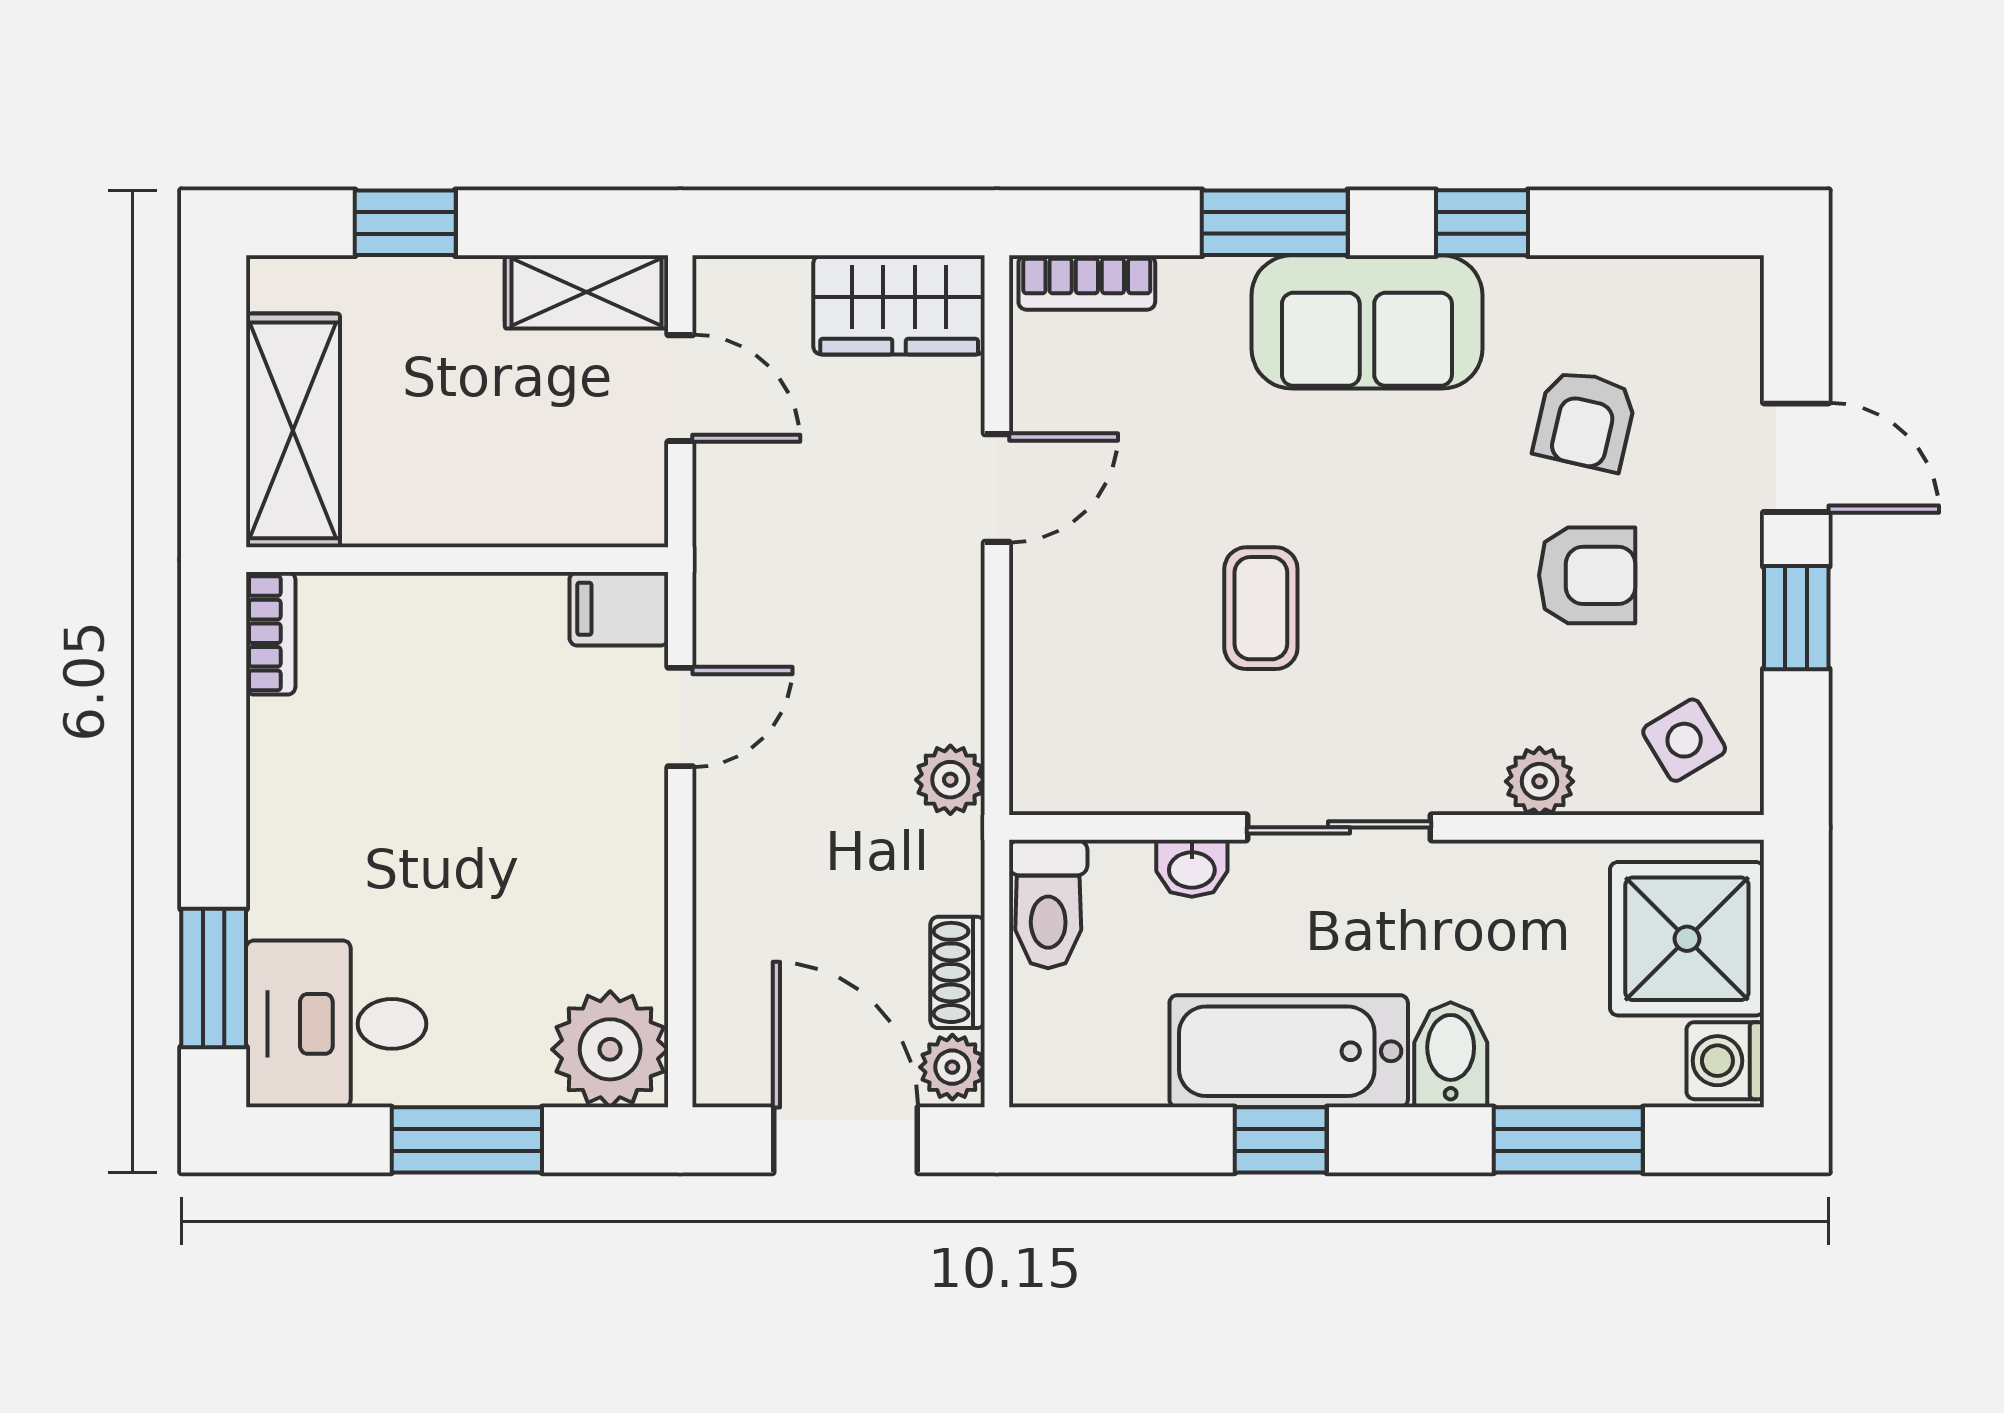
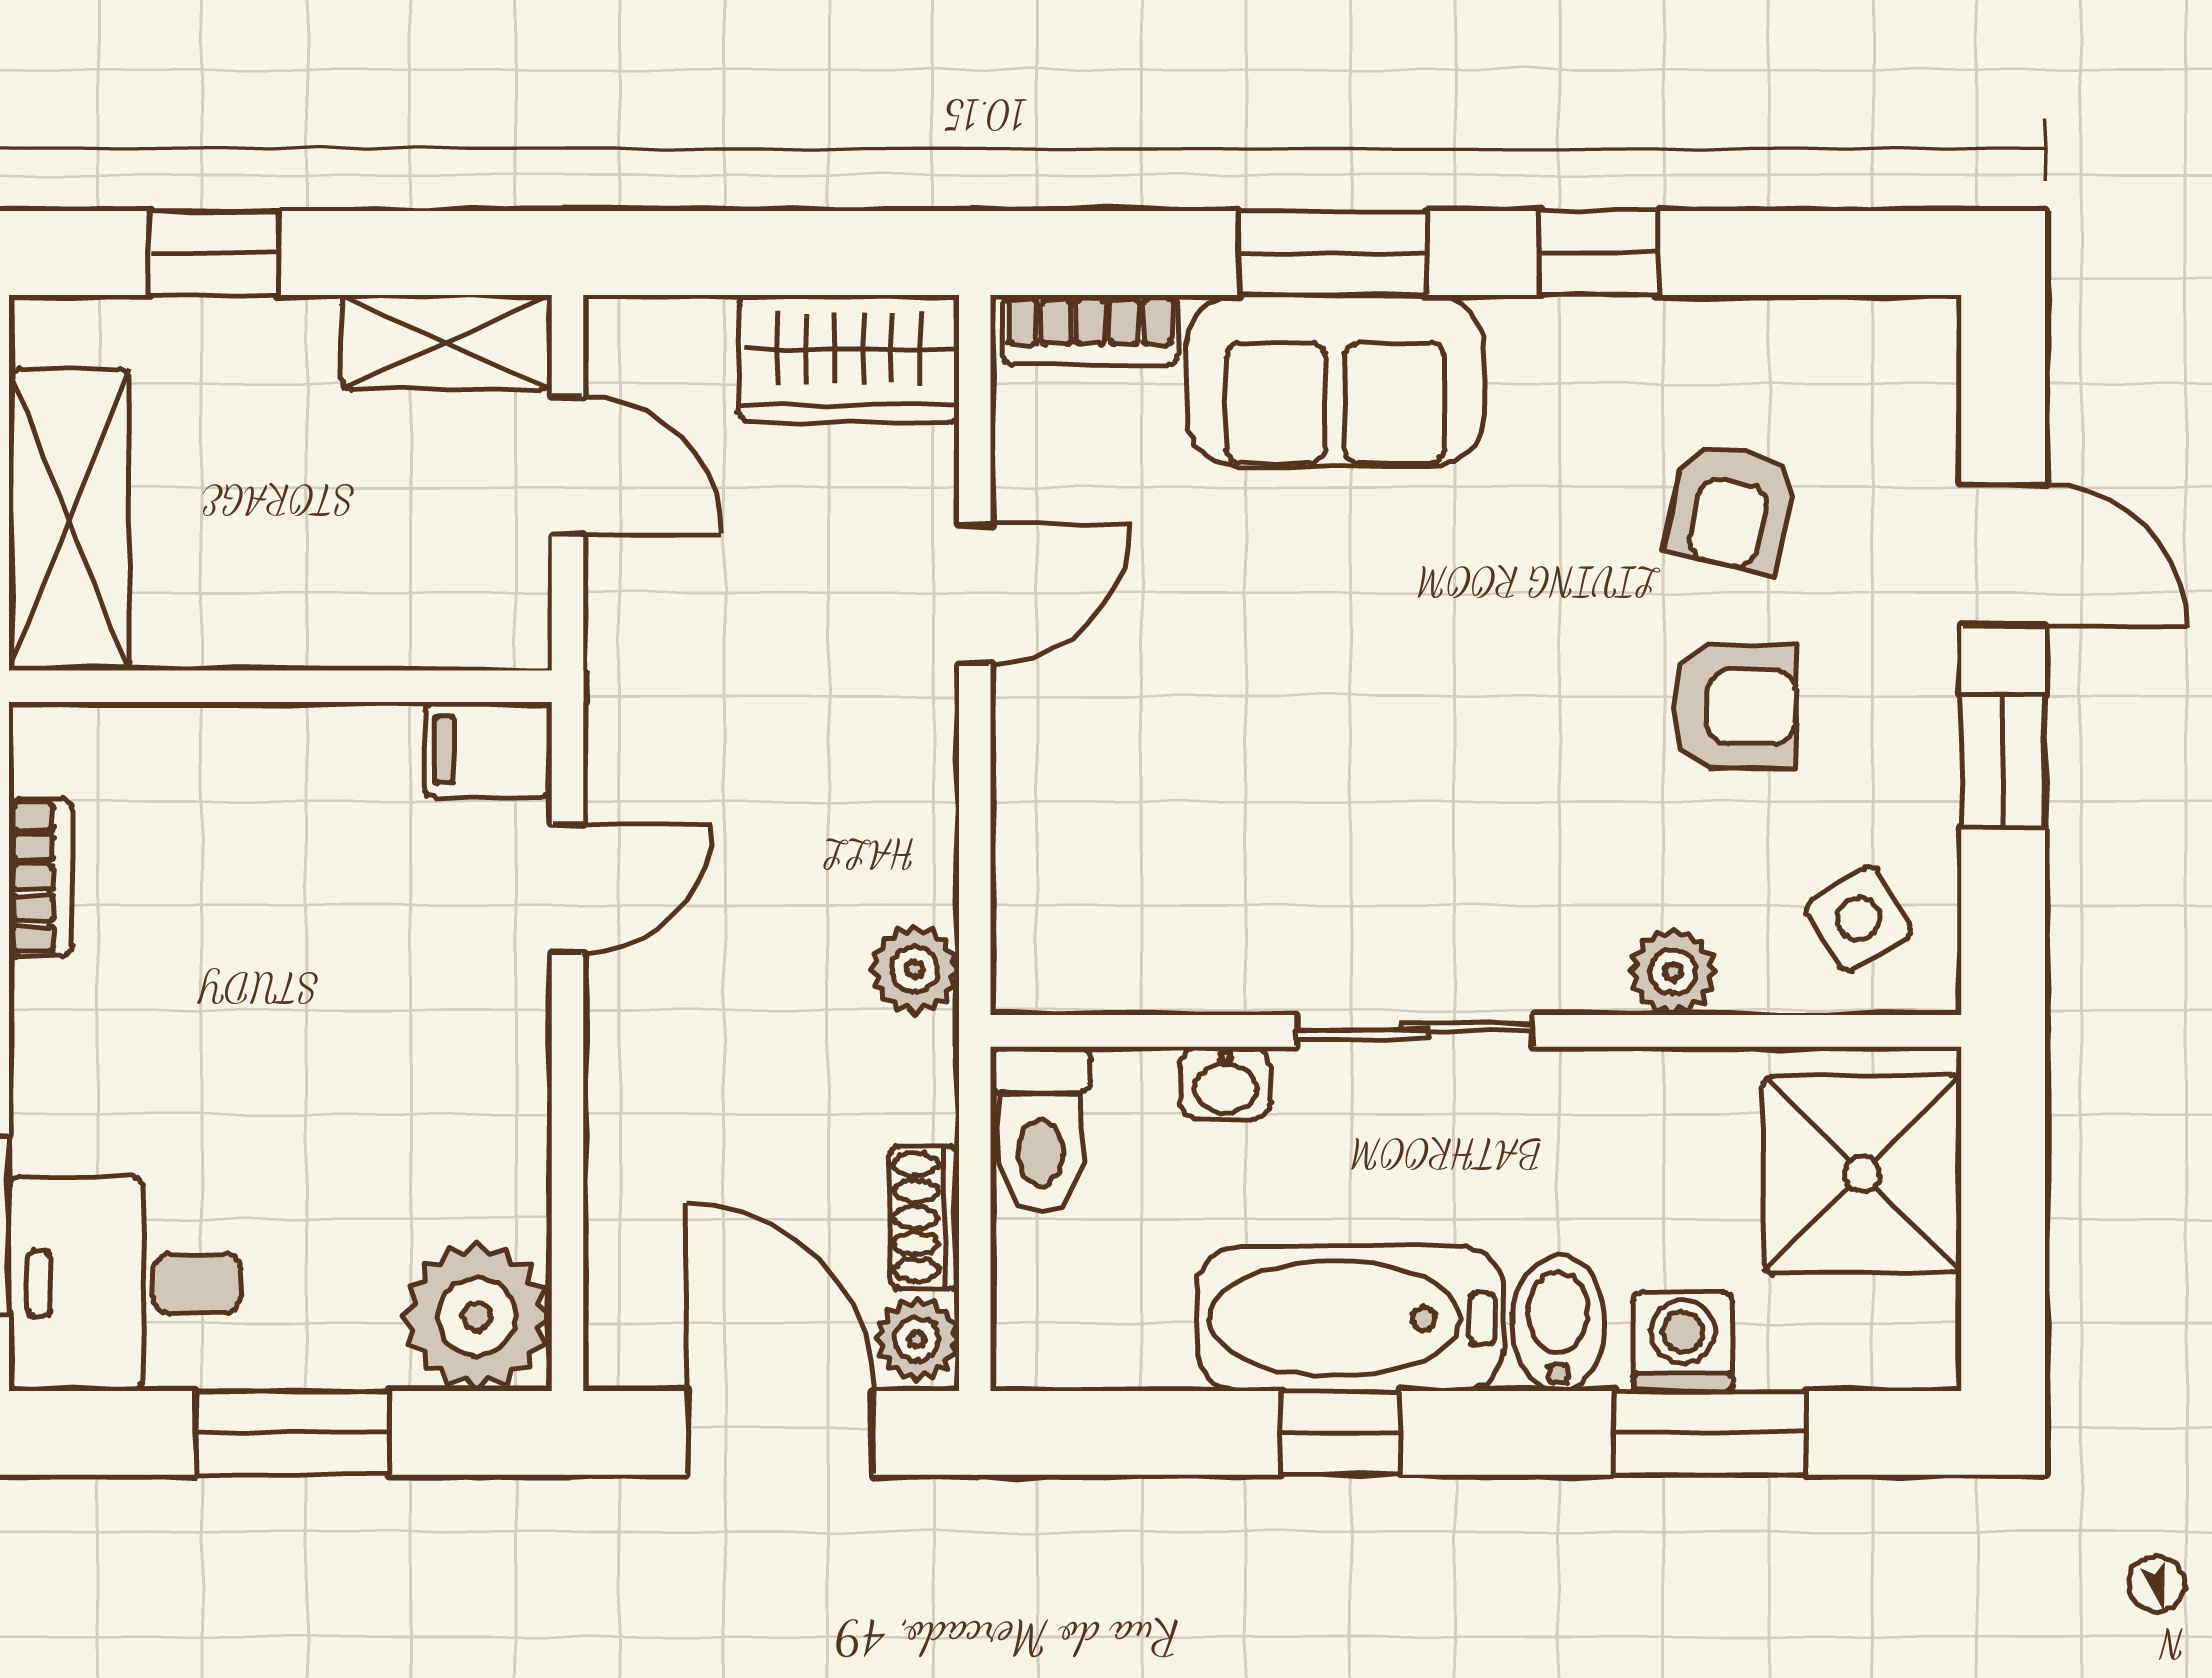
sofa: (1367, 322) -> (1335, 381), moved
coffee table: (1261, 608) -> (1314, 749), removed
bookcase: (271, 633) -> (41, 878), moved
washing machine: (1725, 1061) -> (1683, 1341), moved, turned 90

